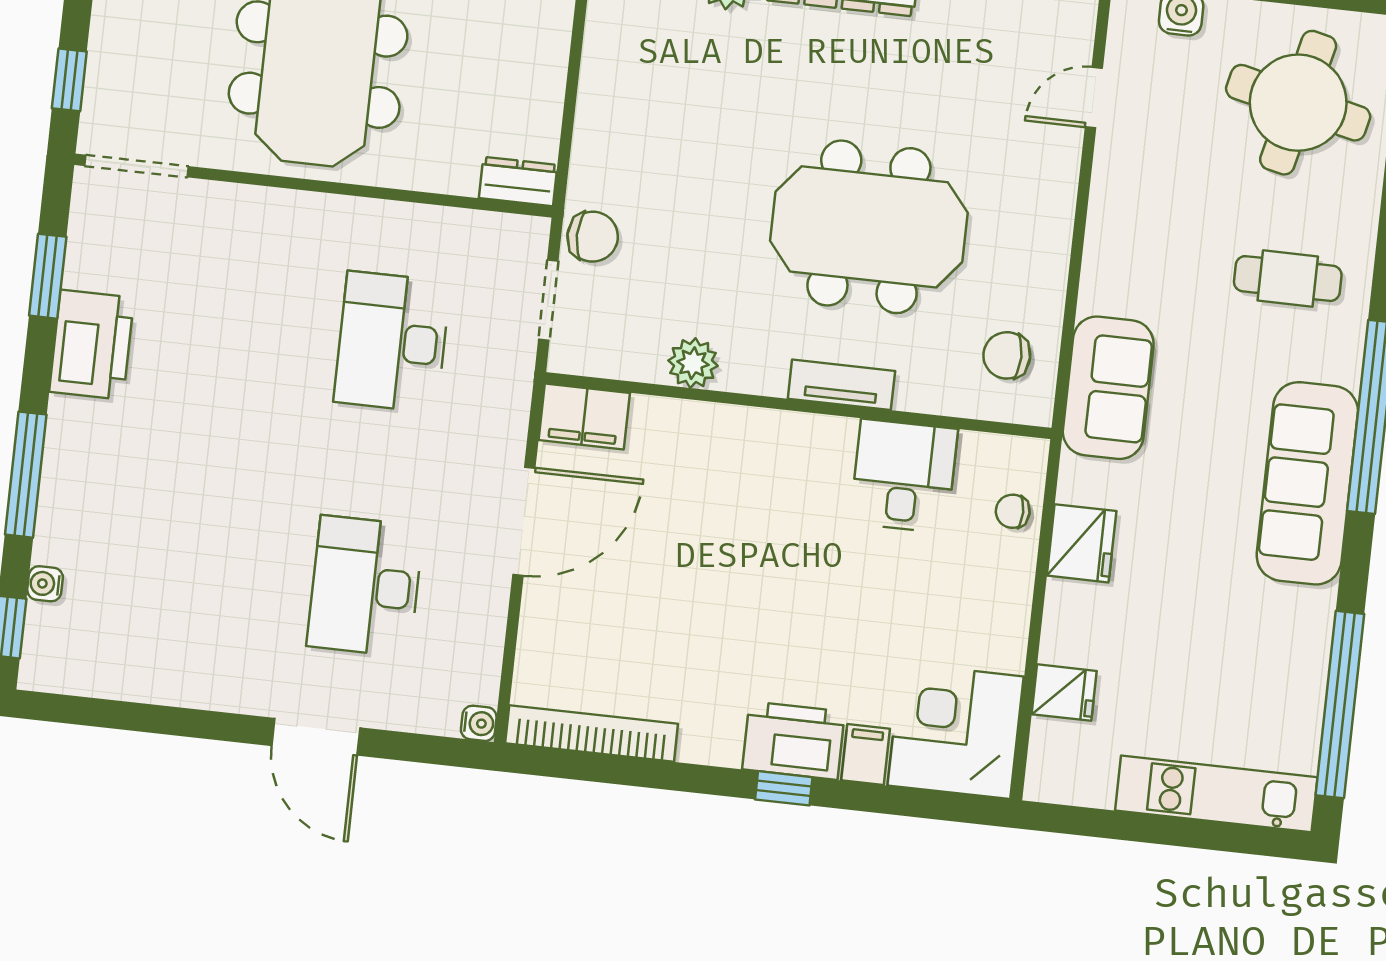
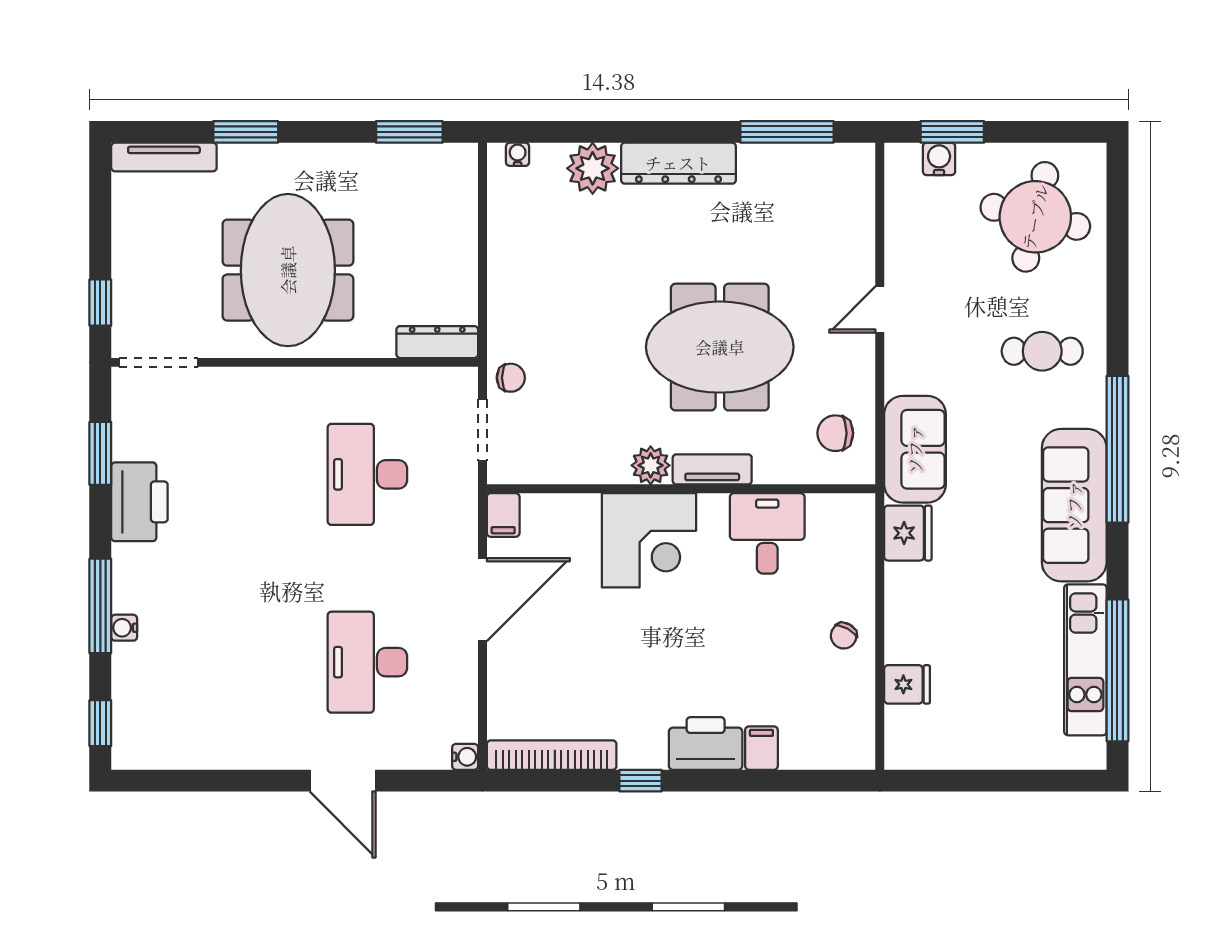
door: (1094, 98) -> (880, 310), moved
dresser: (518, 181) -> (437, 342), width x1.44
chair: (593, 237) -> (511, 378), width x0.73, depth x0.73
plant: (693, 363) -> (651, 465), moved
filing cabinet: (584, 416) -> (503, 515), width x0.50
chair: (1013, 511) -> (844, 636), moved, turned -61
fridge: (1082, 543) -> (908, 533), moved
water cooler: (45, 584) -> (124, 628), moved
corner desk: (956, 731) -> (649, 540), moved, turned 180
window: (784, 788) -> (640, 781), moved
kitchen unit: (1216, 794) -> (1085, 660), moved, turned -90

